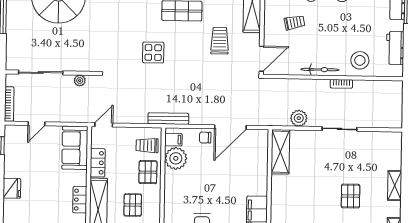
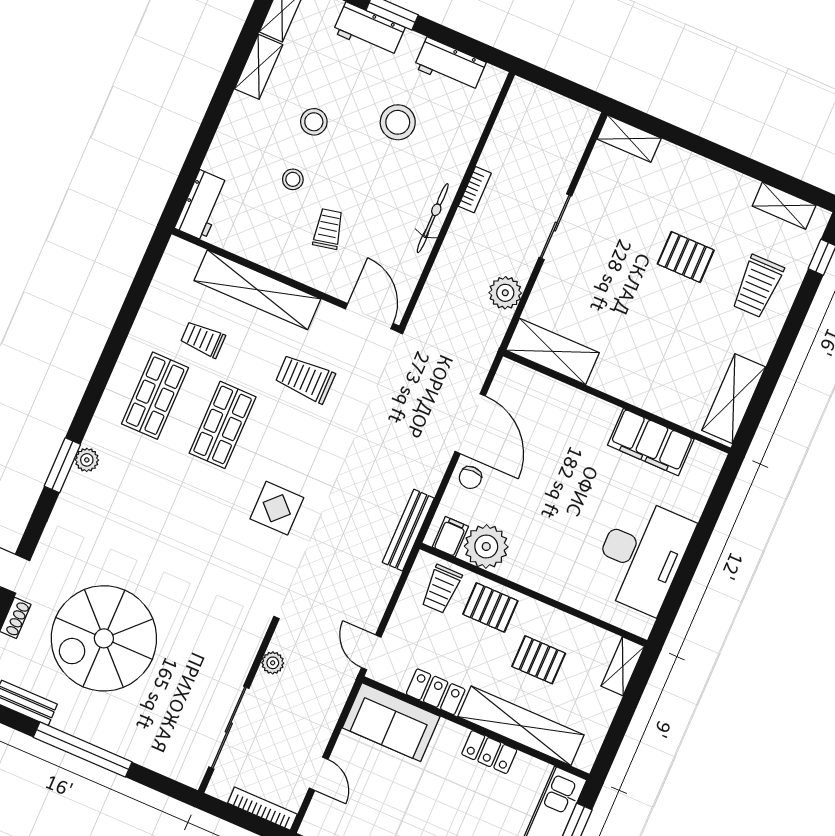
stool: (360, 60) -> (398, 122), moved
shelving: (395, 185) -> (629, 139), moved

